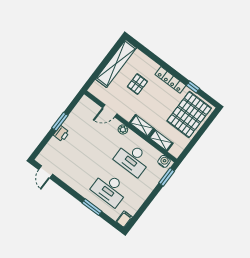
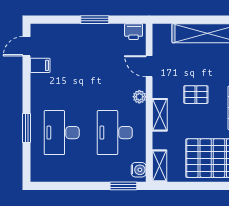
pallet: (137, 84) -> (196, 95), moved
printer: (61, 134) -> (134, 32), moved
shelving: (161, 140) -> (160, 166), moved
filing cabinet: (124, 219) -> (40, 65), moved

